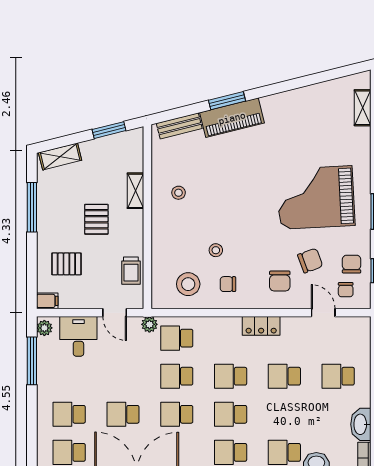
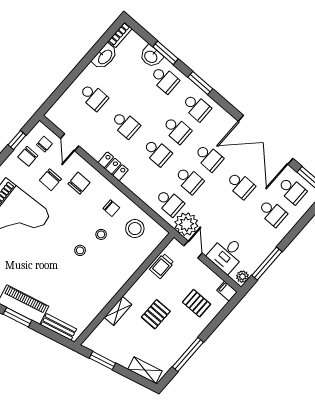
stool: (179, 193) -> (80, 250), moved
chair: (310, 261) -> (50, 180), turned -70
trolley: (131, 271) -> (162, 266), turned 180
plant: (149, 324) -> (186, 224), width x1.88, depth x1.88

